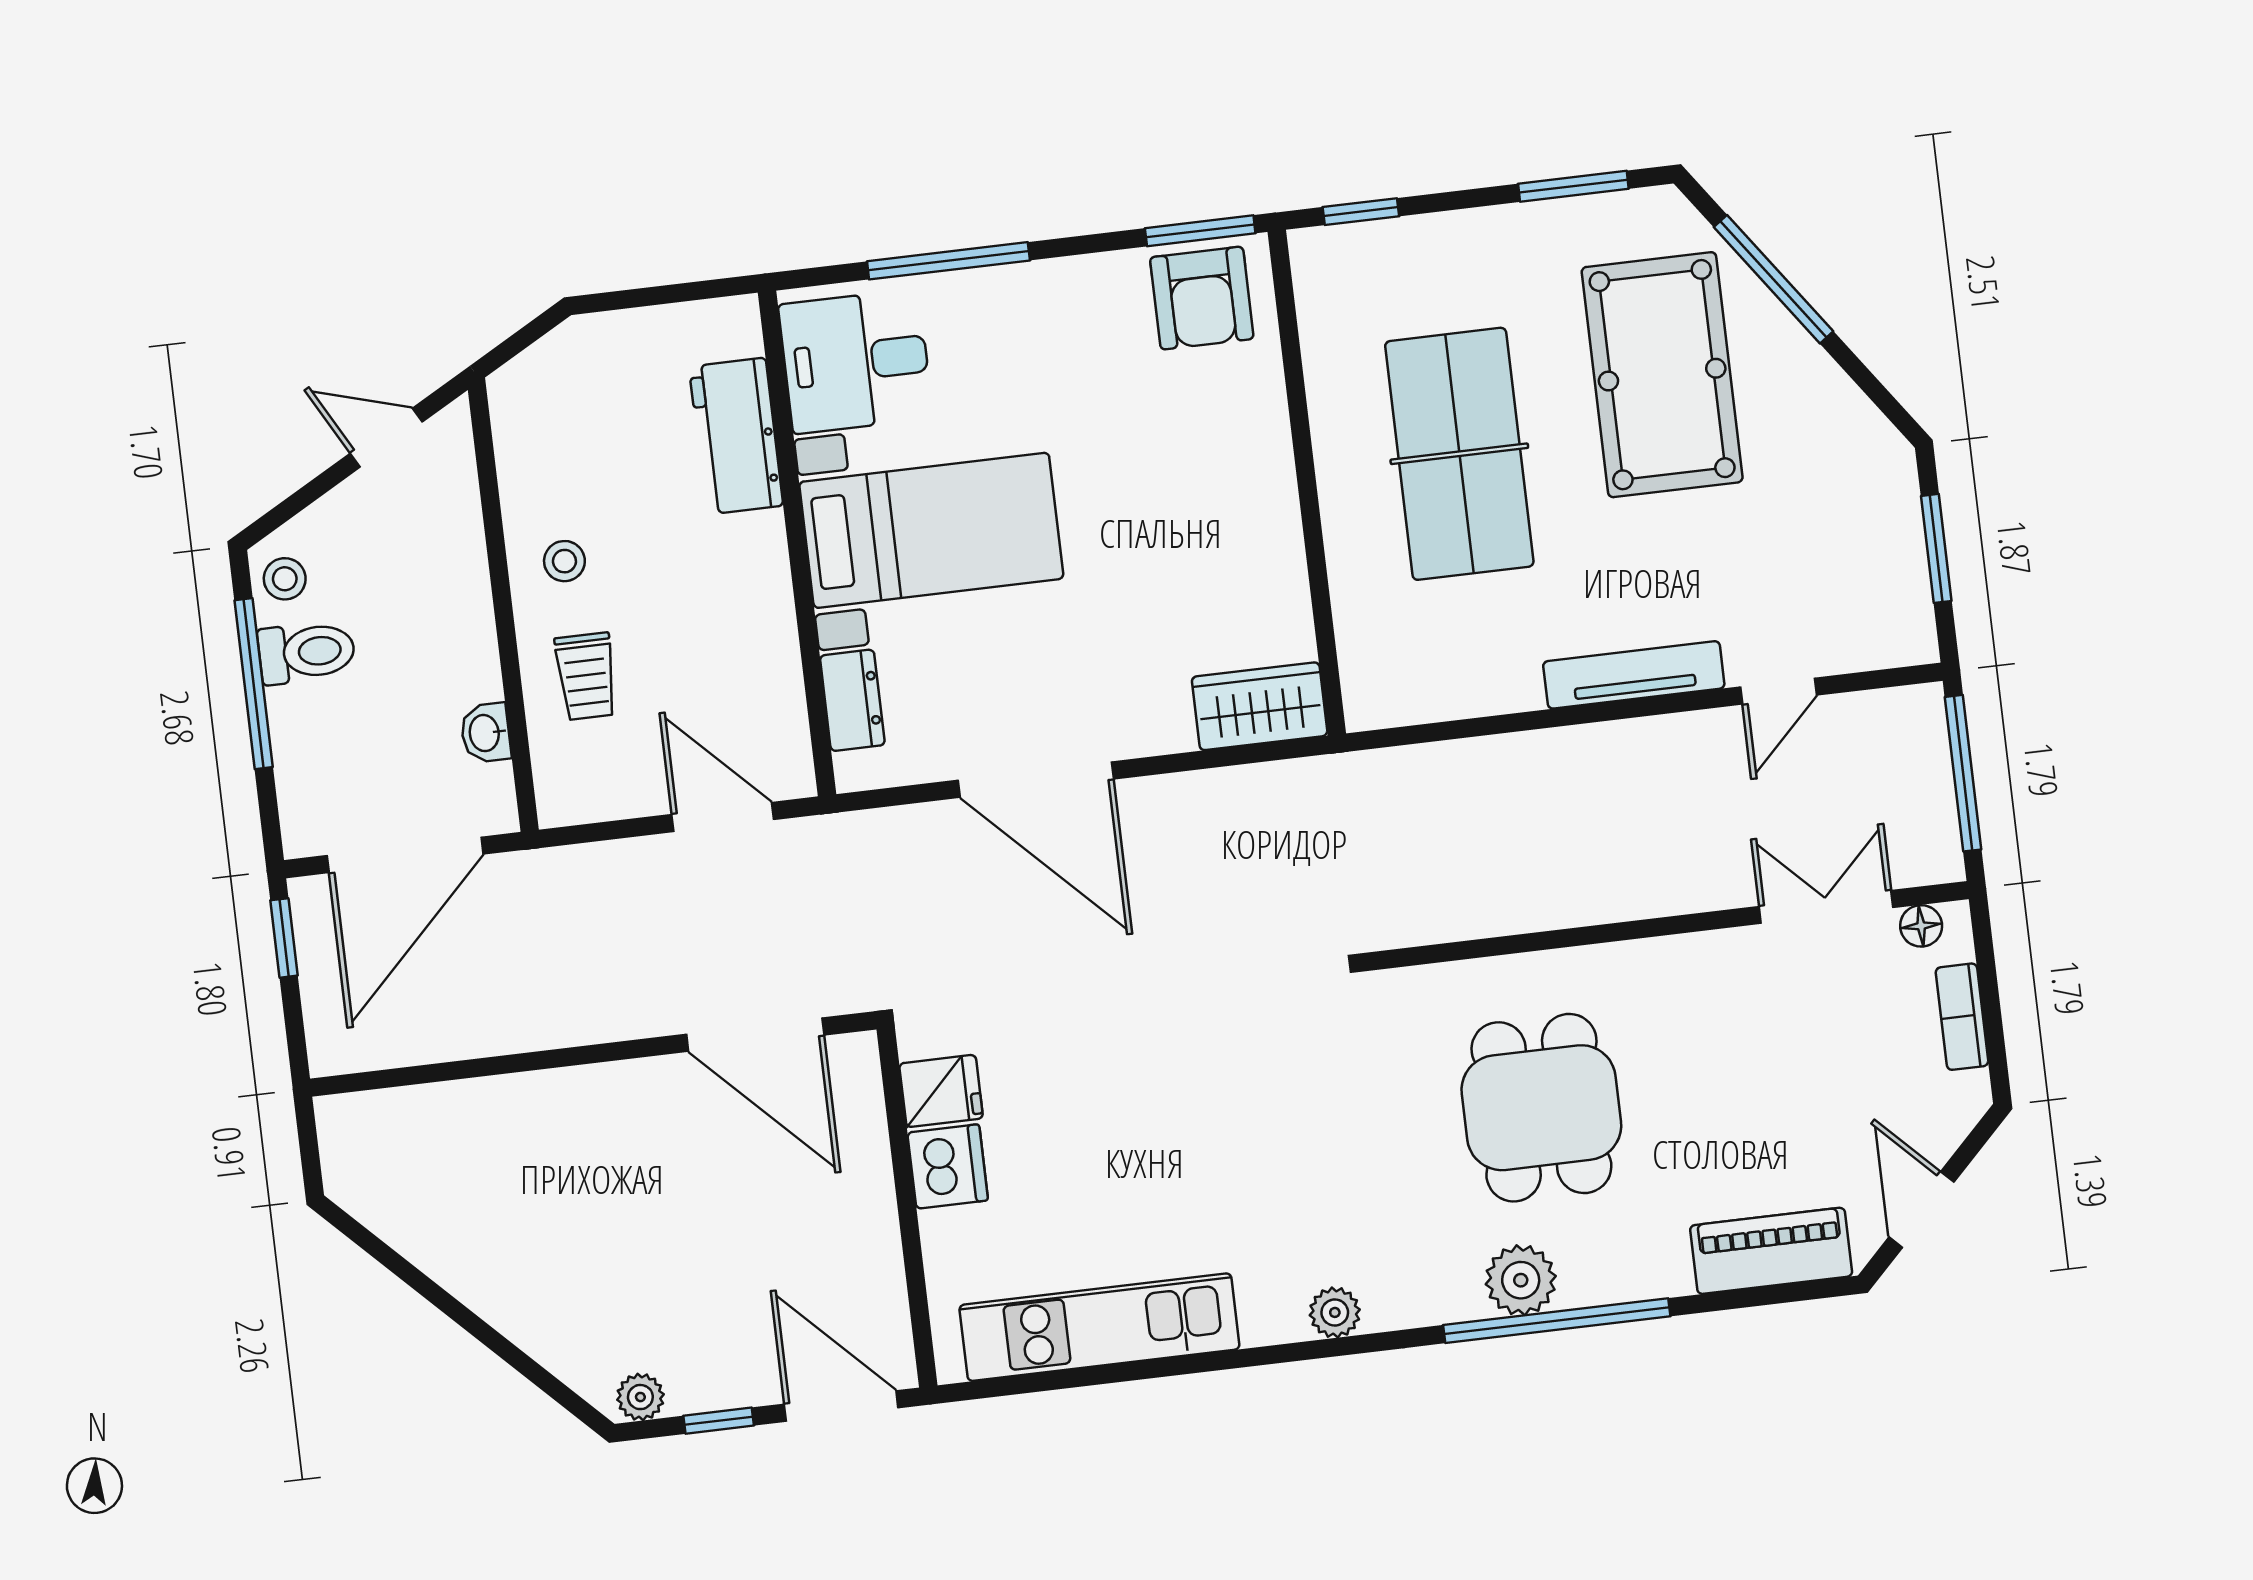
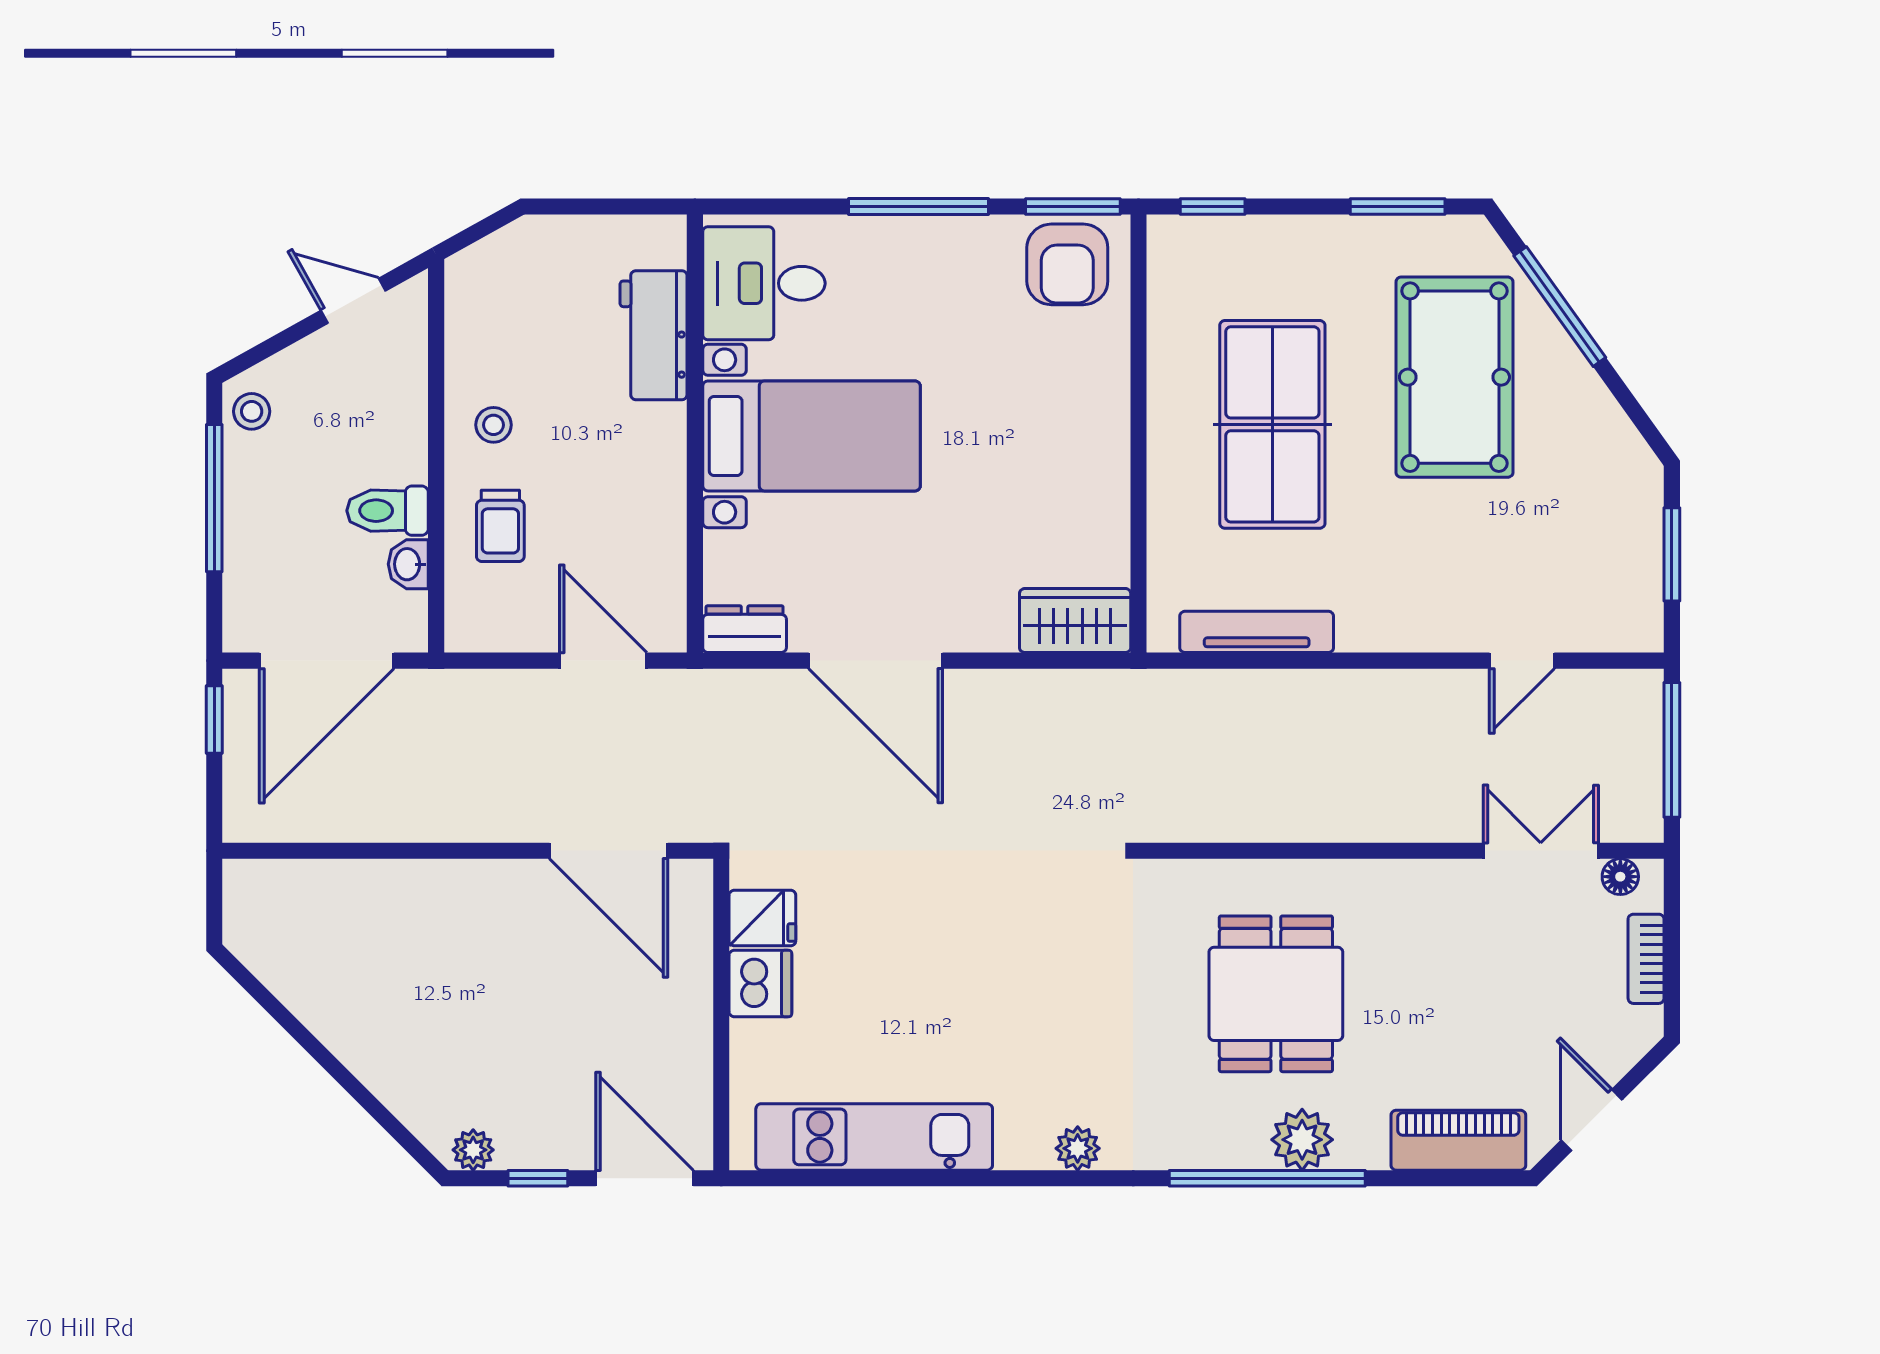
window: (948, 261) -> (919, 206), moved
toilet: (307, 652) -> (387, 511), moved, turned 180
tv unit: (1634, 675) -> (1257, 632), moved
dresser: (852, 700) -> (745, 629), moved, turned -90
plant: (1521, 1280) -> (1302, 1140), moved

